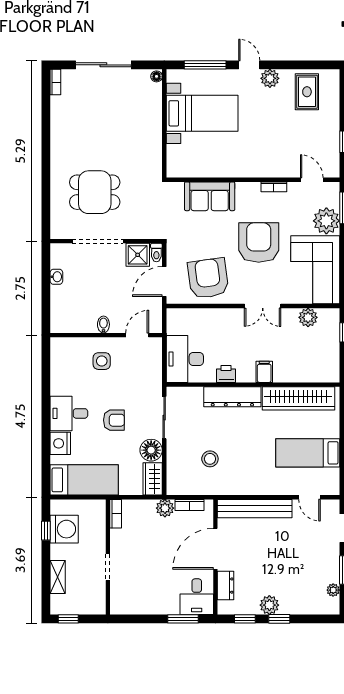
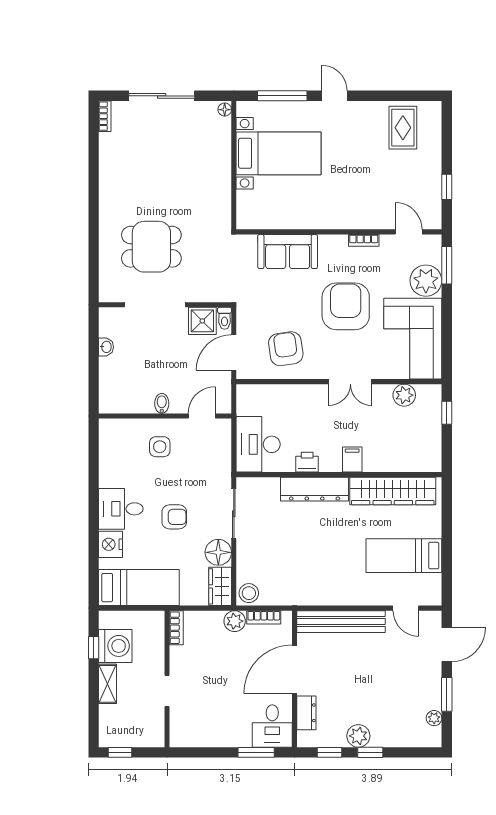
plant: (270, 78) -> (359, 112), removed
armchair: (208, 278) -> (286, 349), width x0.73, depth x0.73
stool: (210, 459) -> (249, 593), moved
shelving: (58, 577) -> (108, 684), moved

